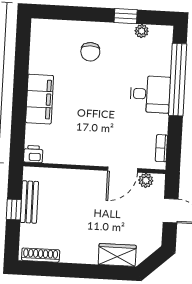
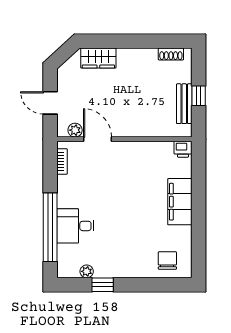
chair: (90, 52) -> (167, 261), moved
desk: (150, 94) -> (75, 226), moved
door: (123, 170) -> (98, 139), hinge flipped
shoe rack: (41, 255) -> (171, 54), width x0.70

